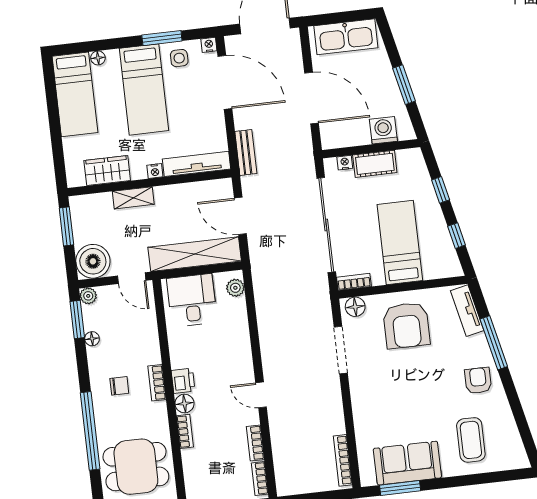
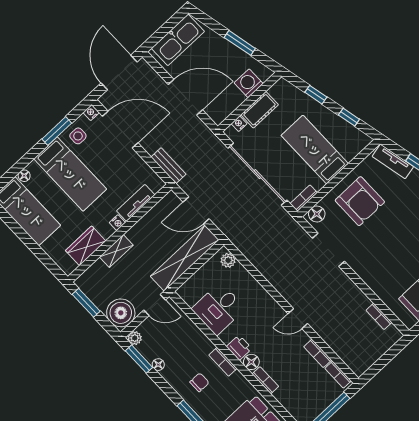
tv unit: (197, 164) -> (136, 203), width x0.71
desk: (192, 300) -> (218, 309), moved, turned -90
bookcase: (343, 460) -> (379, 316), width x0.64

